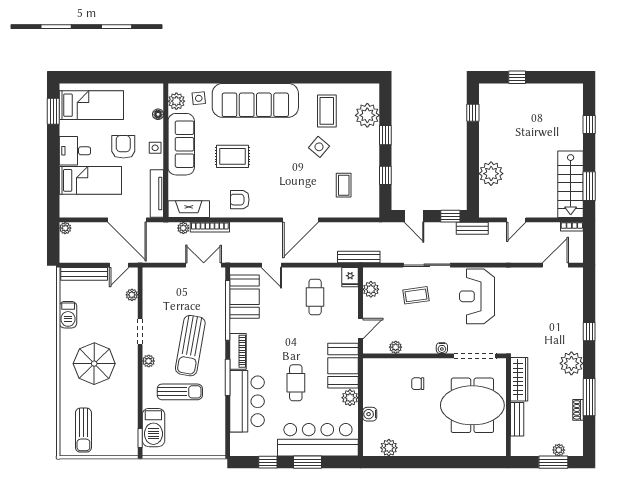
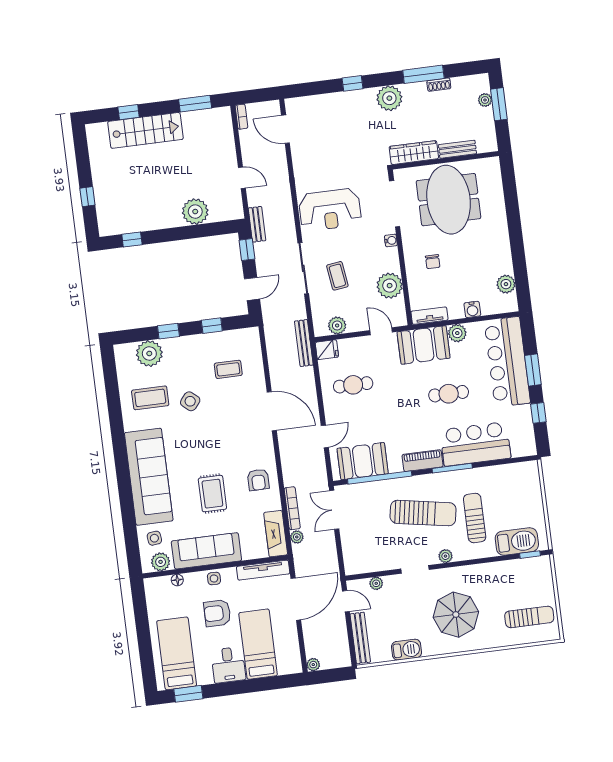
stairs: (571, 184) -> (145, 130), moved
plant: (396, 347) -> (390, 286), width x1.87, depth x1.87
tv unit: (369, 374) -> (429, 316), added

